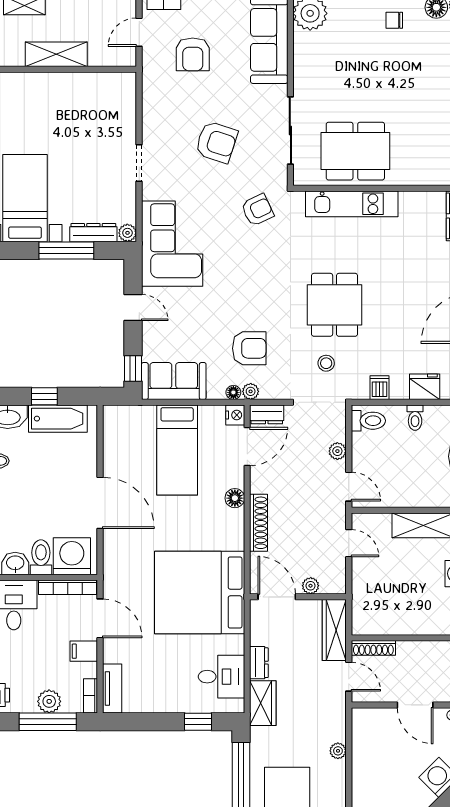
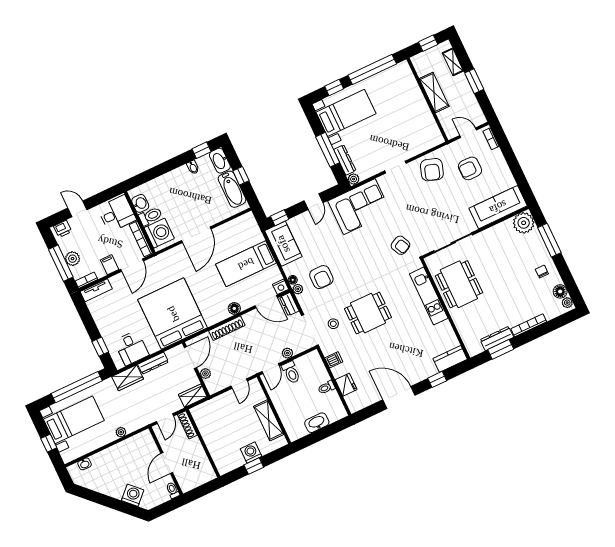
armchair: (216, 142) -> (432, 170), moved
toilet: (368, 421) -> (291, 372), moved
wardrobe: (334, 630) -> (193, 396), width x0.67
dresser: (259, 663) -> (153, 363), width x1.44

